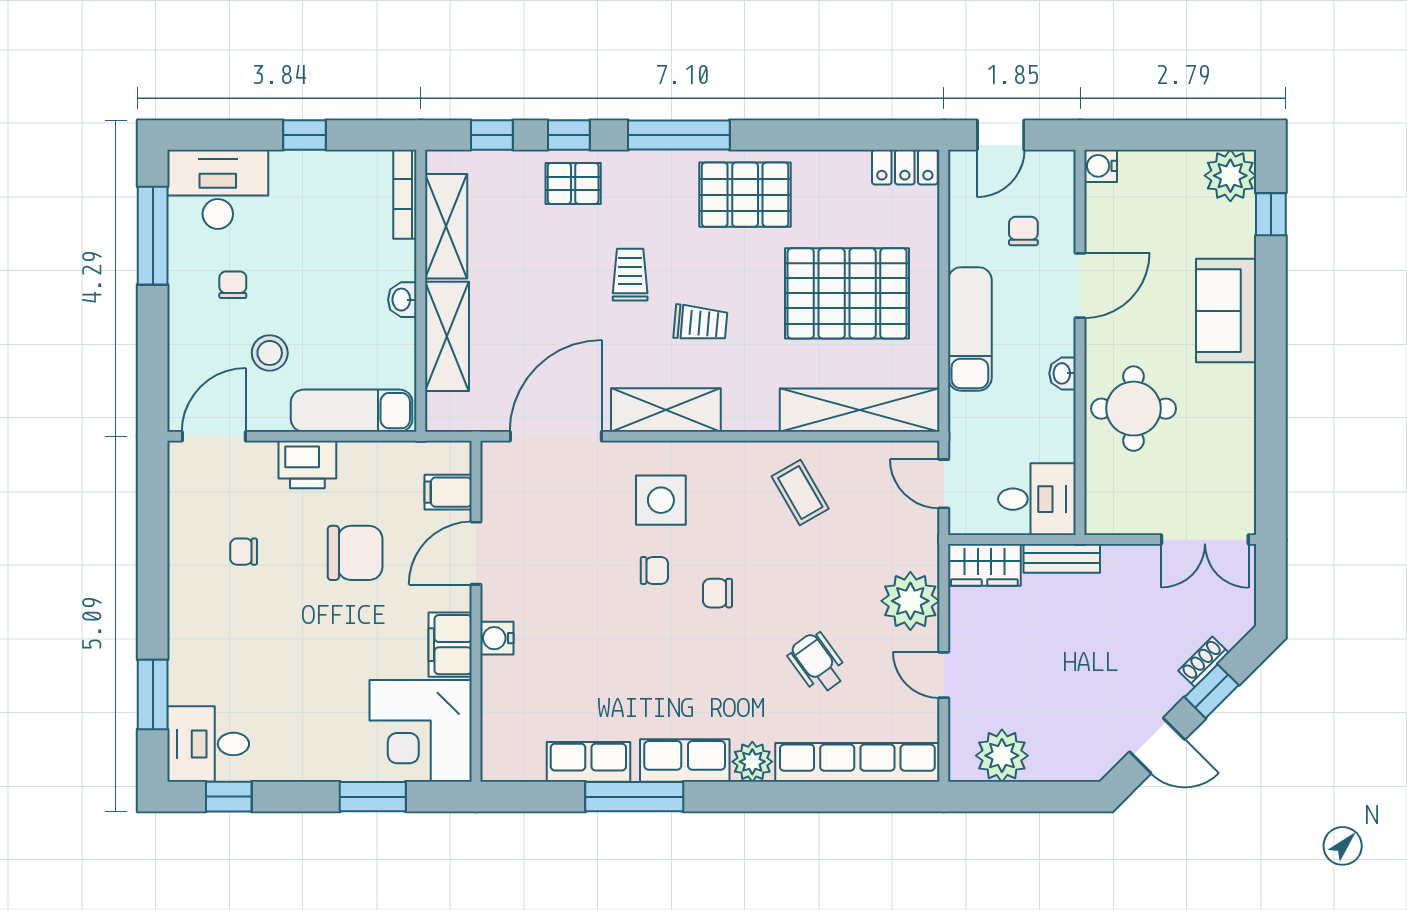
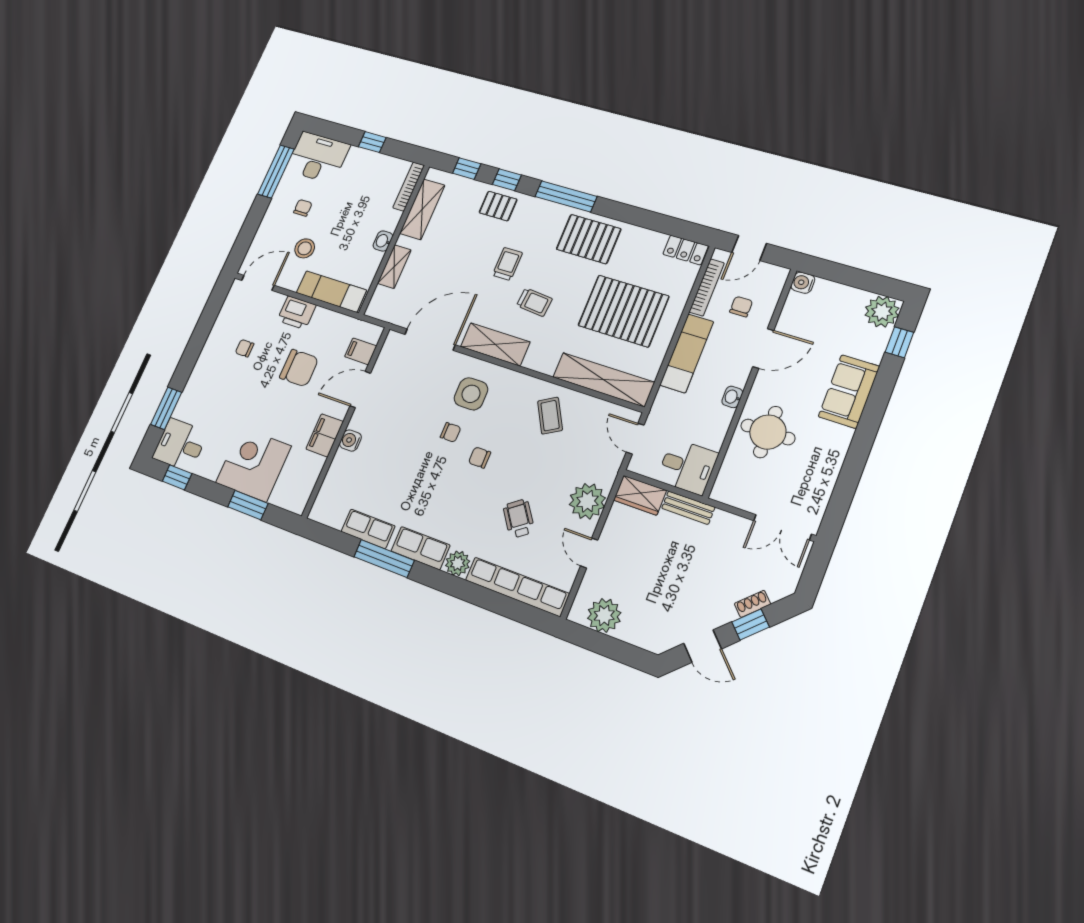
bookcase: (960, 217) -> (707, 287), added
shelving: (447, 336) -> (394, 267), width x0.67, depth x0.75
corner desk: (421, 731) -> (253, 464), moved, turned 90

